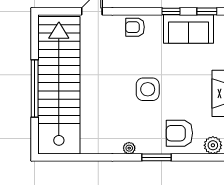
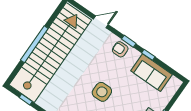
window: (207, 11) -> (129, 41), moved
window: (68, 157) -> (26, 99), added

